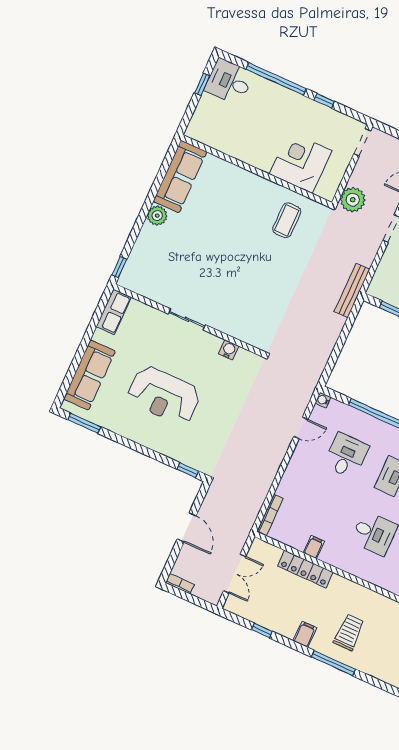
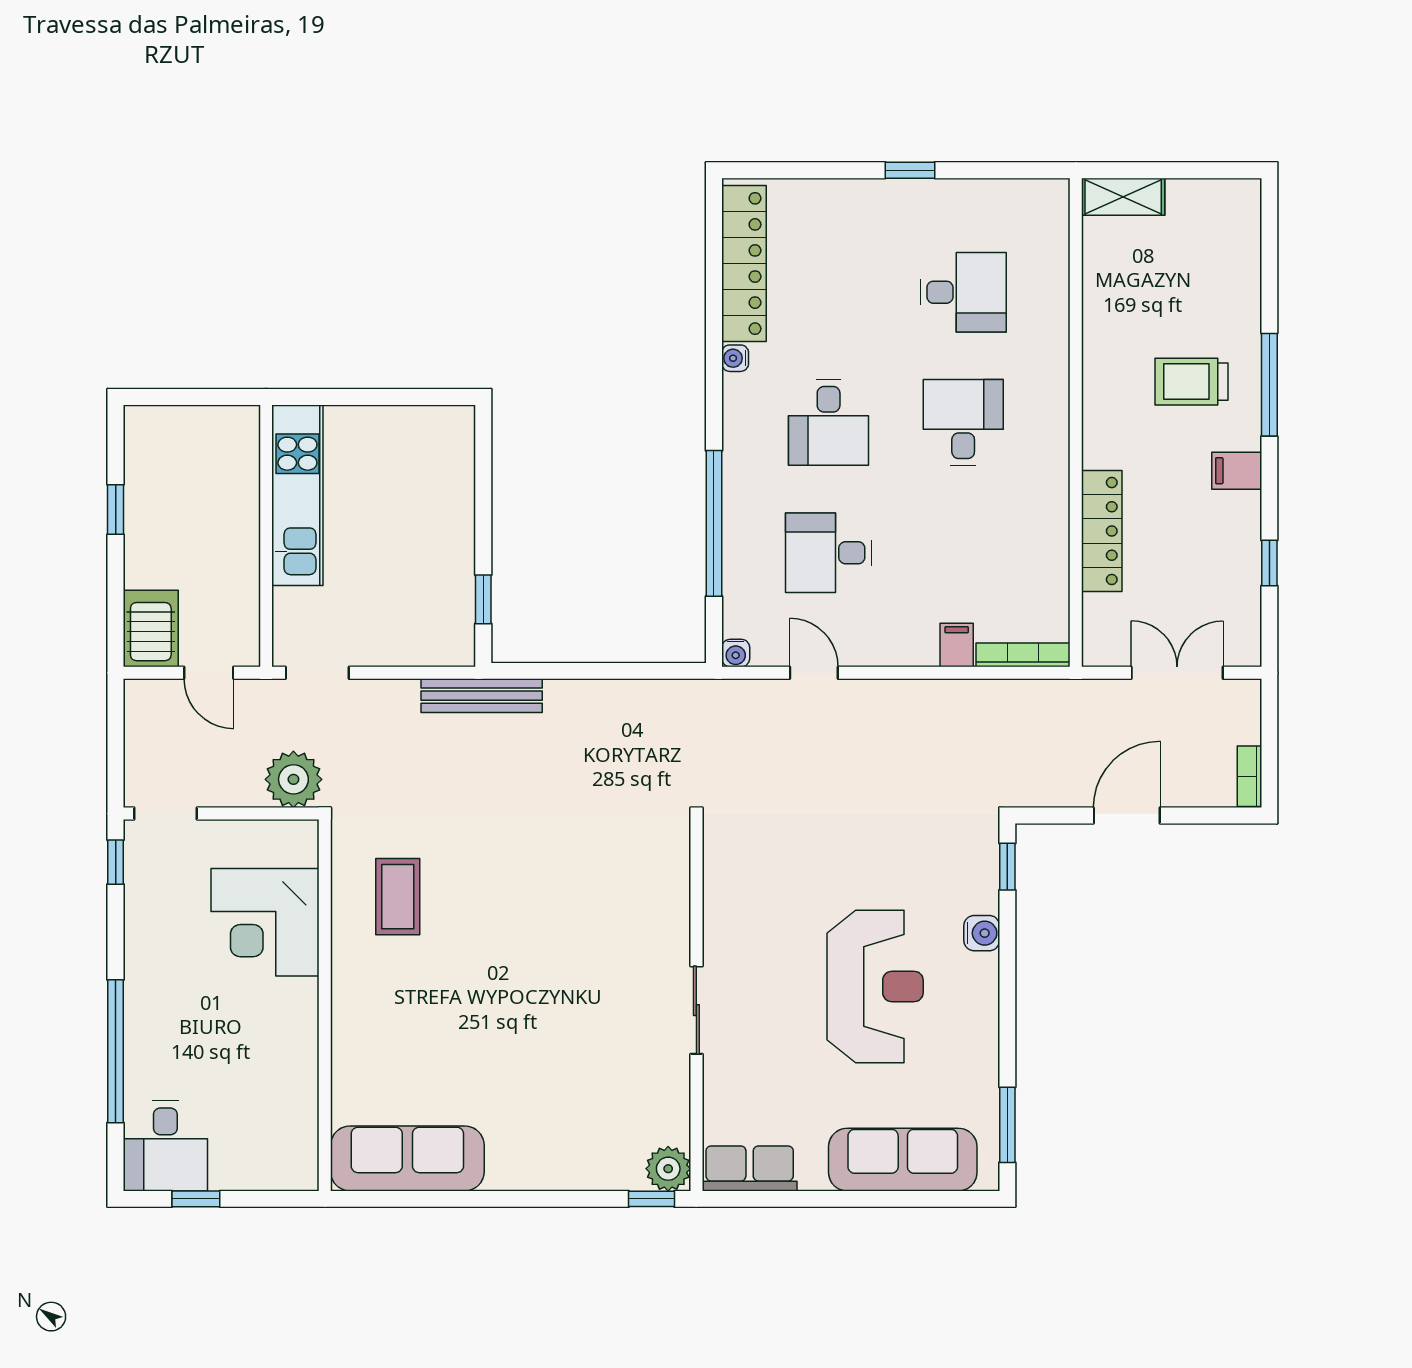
window: (324, 101) -> (116, 862), moved
plant: (157, 216) -> (668, 1169), moved
coffee table: (287, 220) -> (398, 897), turned 90
water cooler: (229, 350) -> (982, 933), moved, turned 180
filing cabinet: (314, 547) -> (957, 645), moved, turned 90

